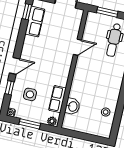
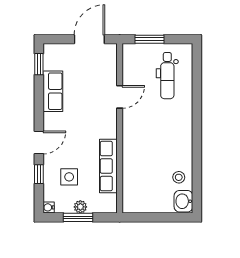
row of seats: (35, 22) -> (53, 91), moved
row of seats: (57, 99) -> (108, 166), width x1.48
washbasin: (73, 106) -> (183, 201), moved, turned 180
plant: (52, 121) -> (80, 207), moved

